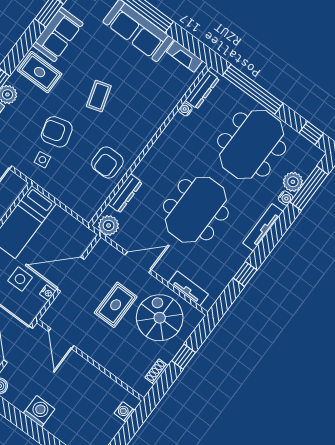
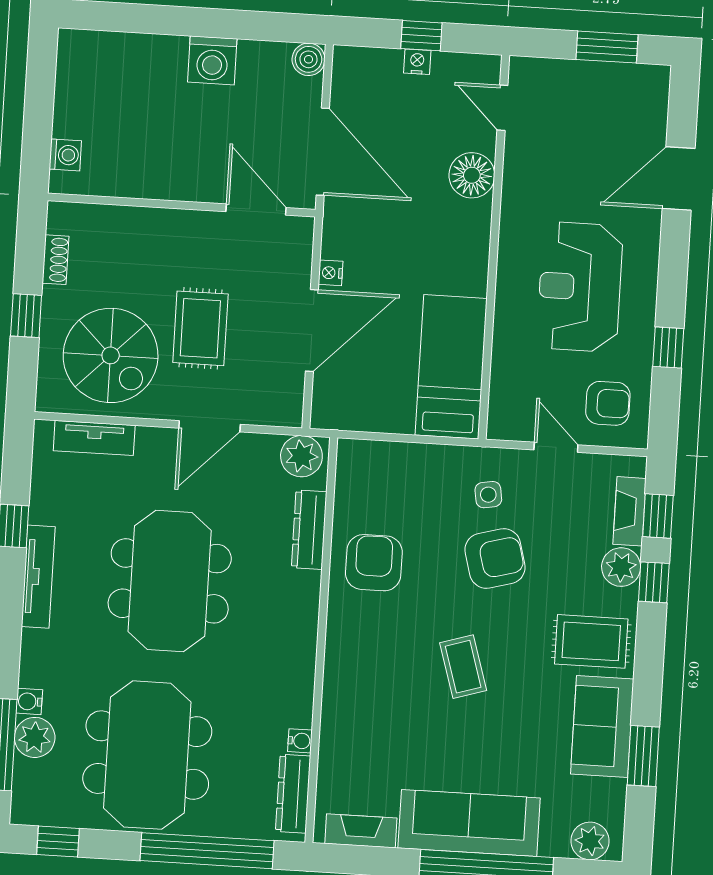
tv unit: (263, 227) -> (38, 577), moved
side table: (20, 279) -> (393, 265), removed

